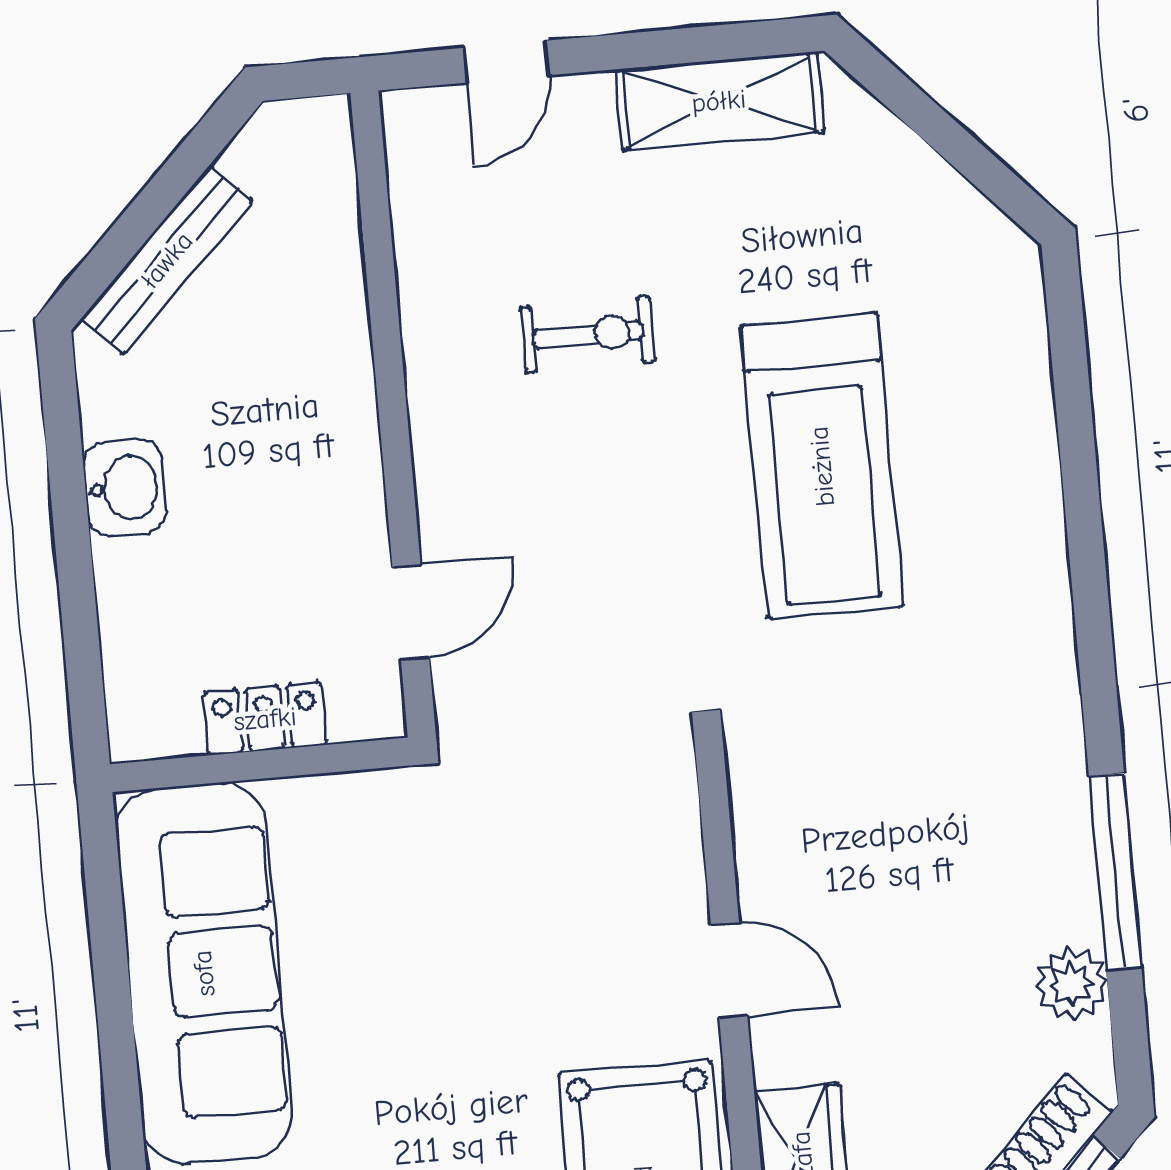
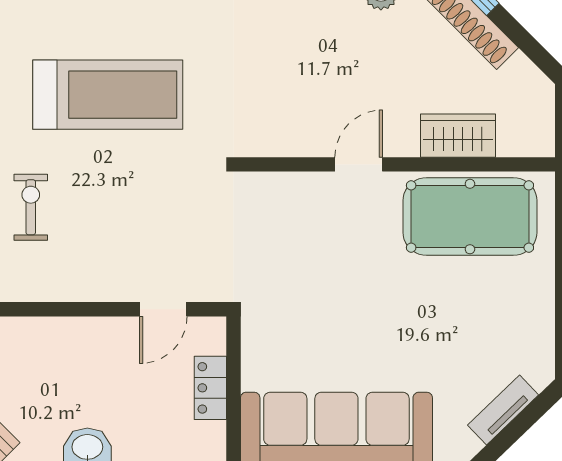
door: (411, 612) -> (163, 309), swing flipped

